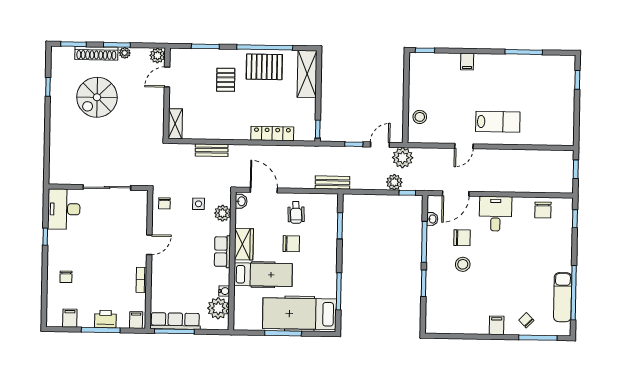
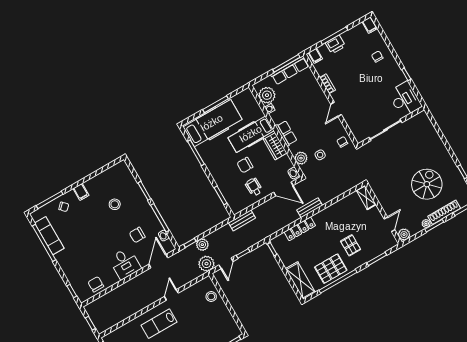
bench: (212, 150) -> (310, 208), moved
stool: (463, 264) -> (115, 204), moved
filing cabinet: (70, 318) -> (370, 25), moved

